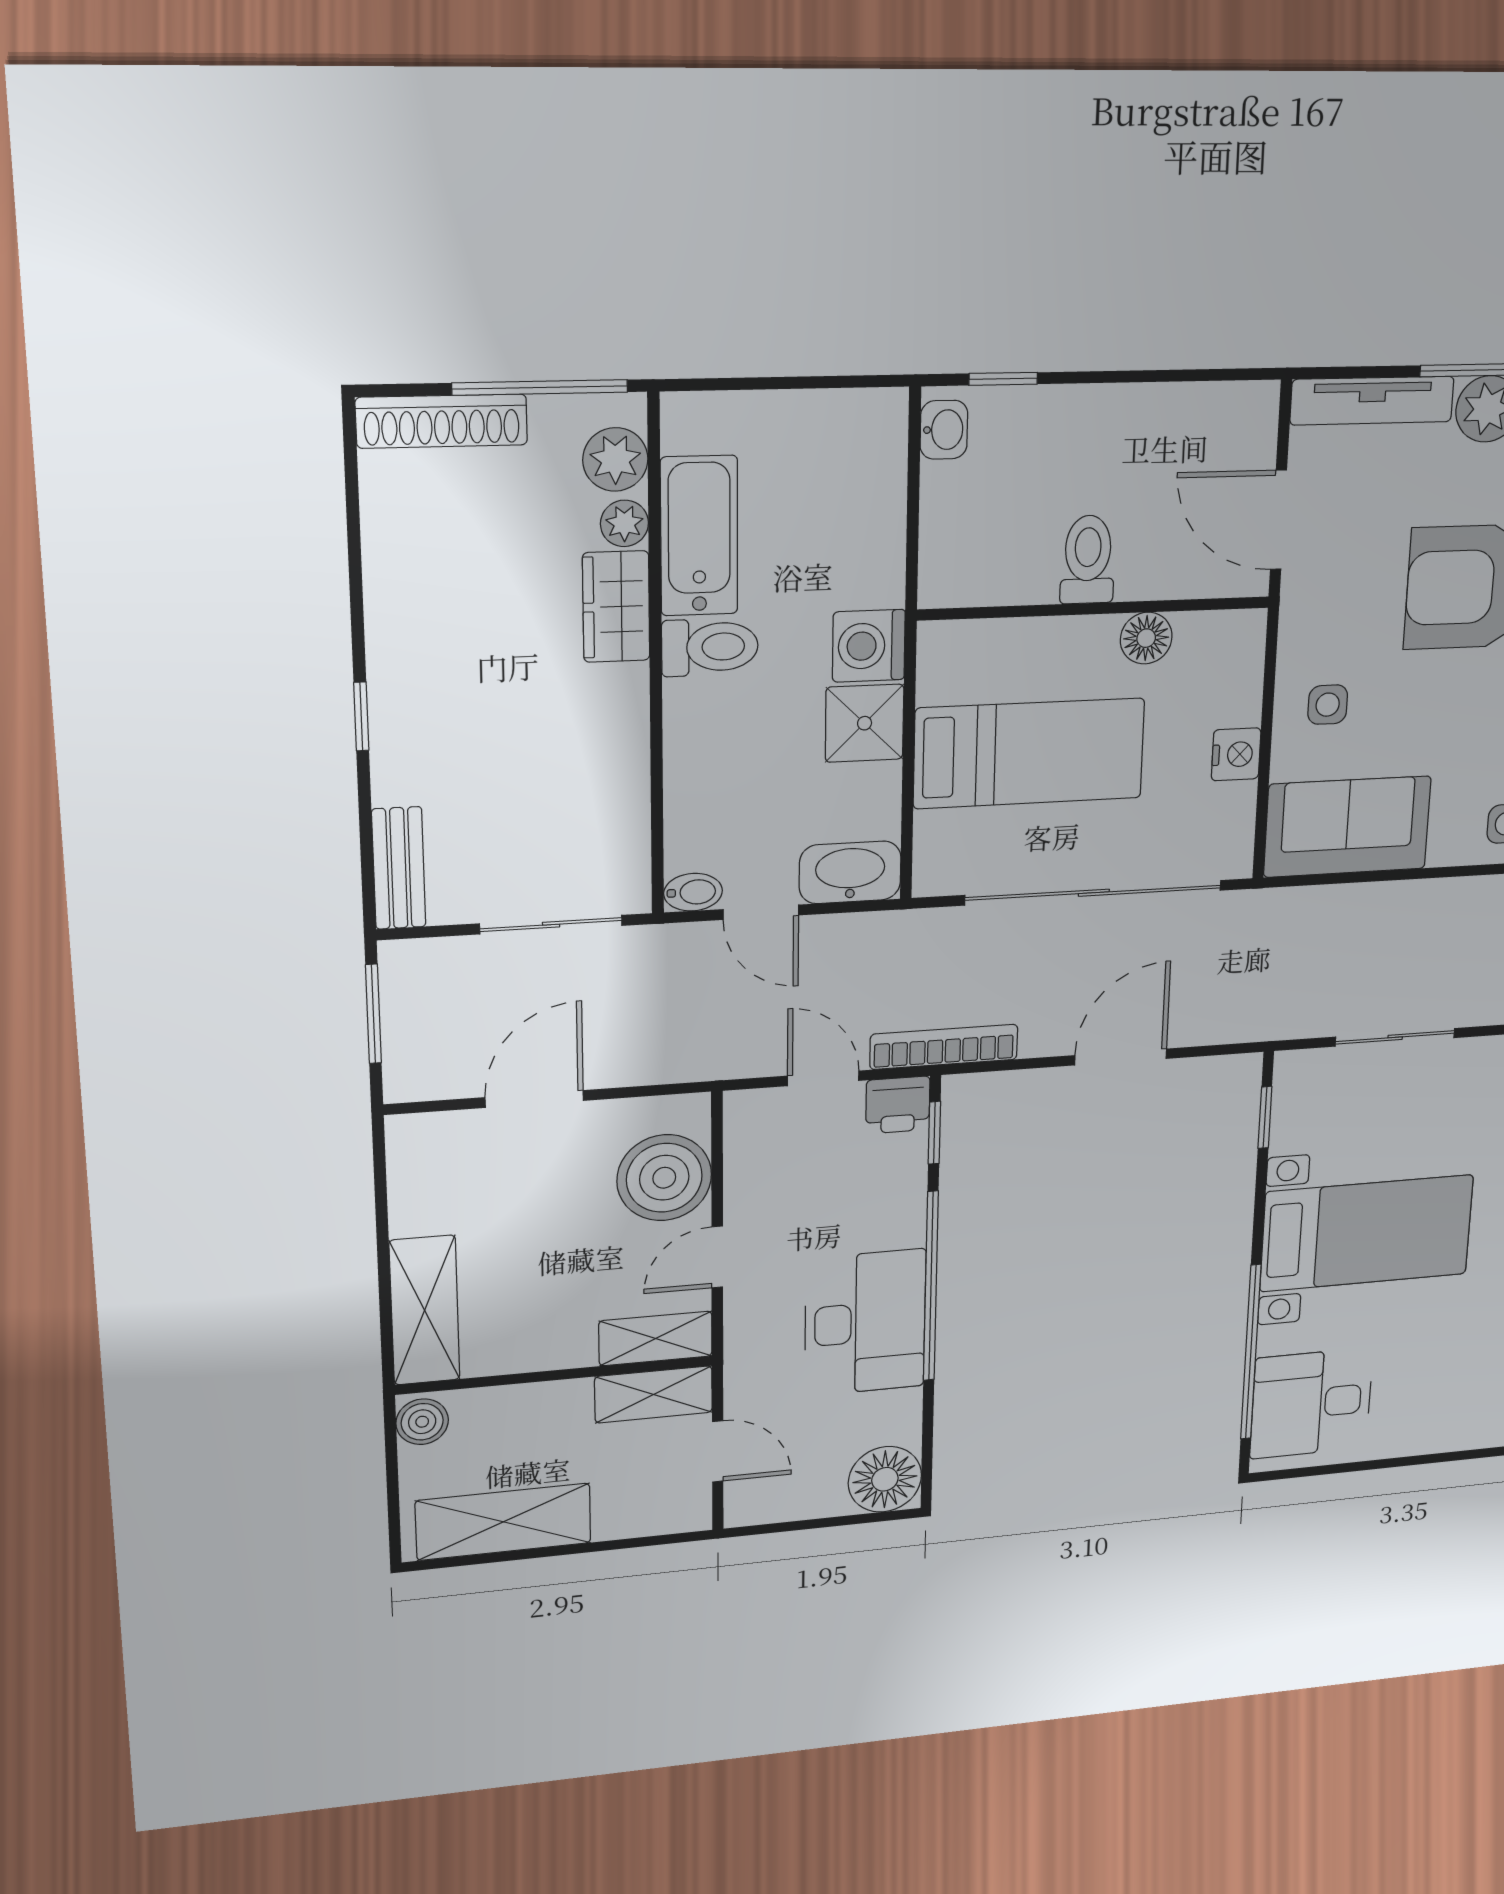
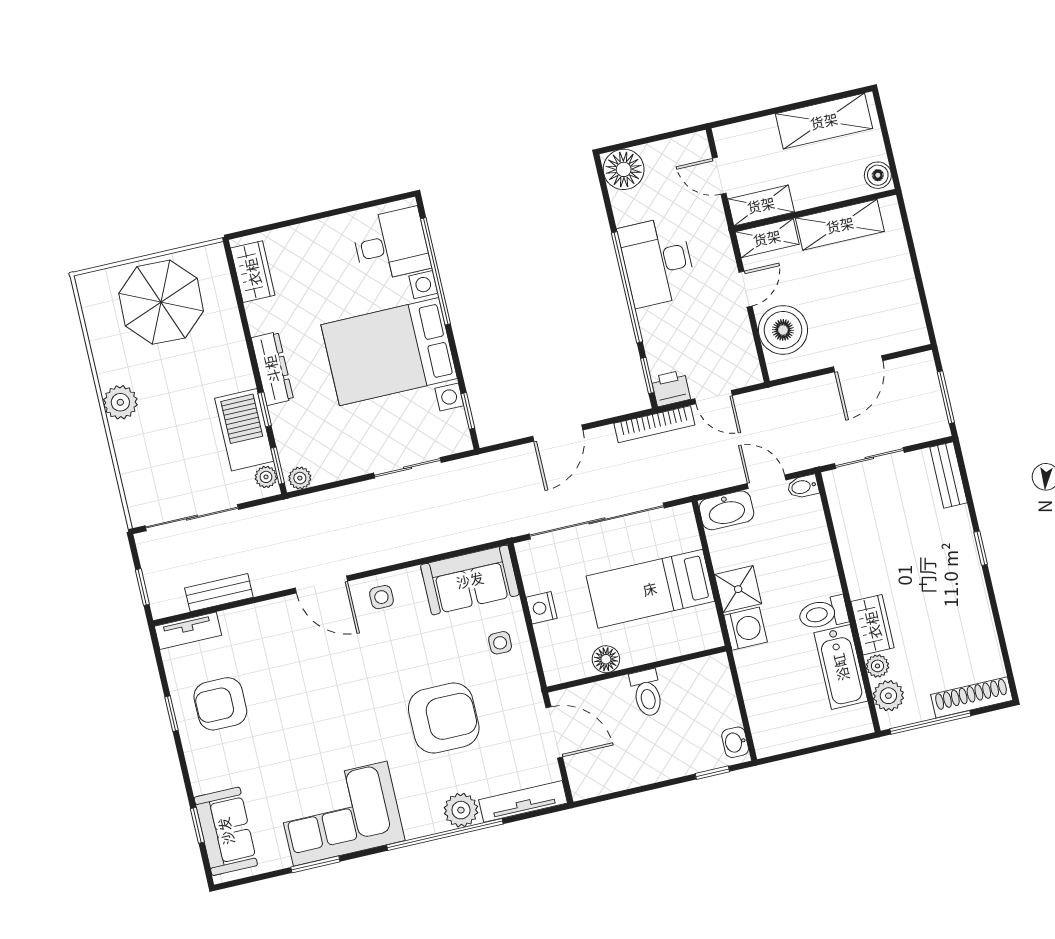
bed with nightstands: (1367, 1233) -> (389, 352), width x1.36
shelving: (425, 1310) -> (840, 225), moved, turned 90

